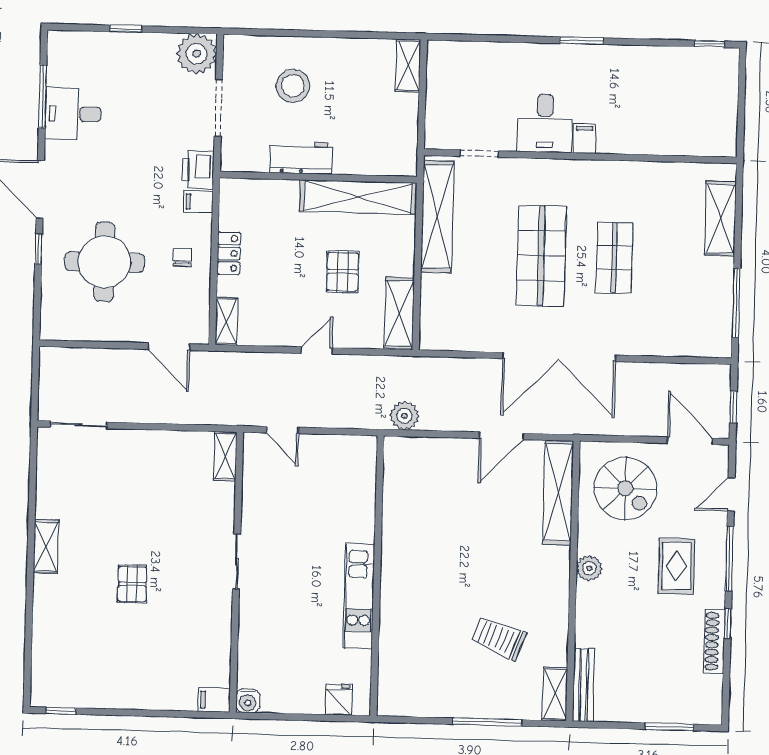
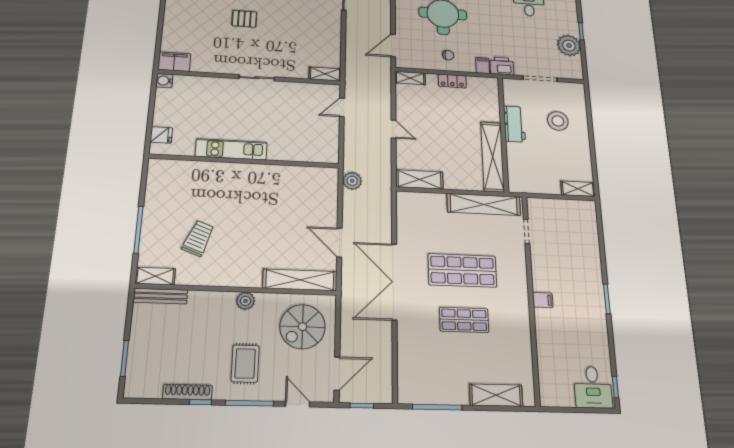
plant: (197, 54) -> (569, 46), moved
desk: (545, 123) -> (593, 387), moved, turned -90
pallet: (343, 272) -> (445, 146), removed
rug: (676, 566) -> (245, 363), turned 90
filing cabinet: (214, 700) -> (174, 62), width x2.00

